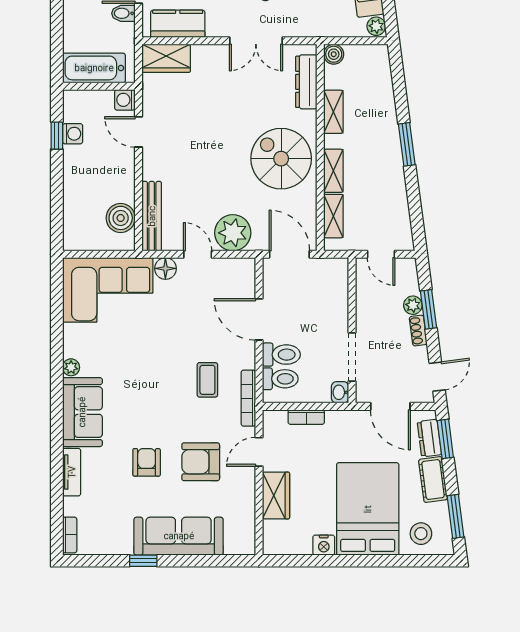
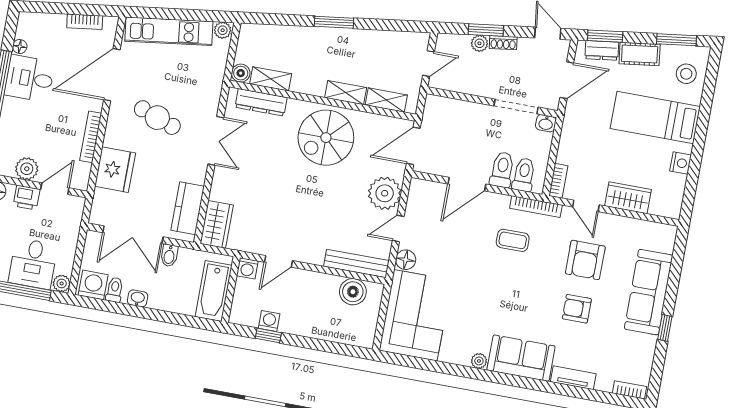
shelving: (333, 112) -> (271, 79), moved
bookcase: (306, 417) -> (558, 181), moved
bed: (368, 509) -> (655, 118), width x0.67

